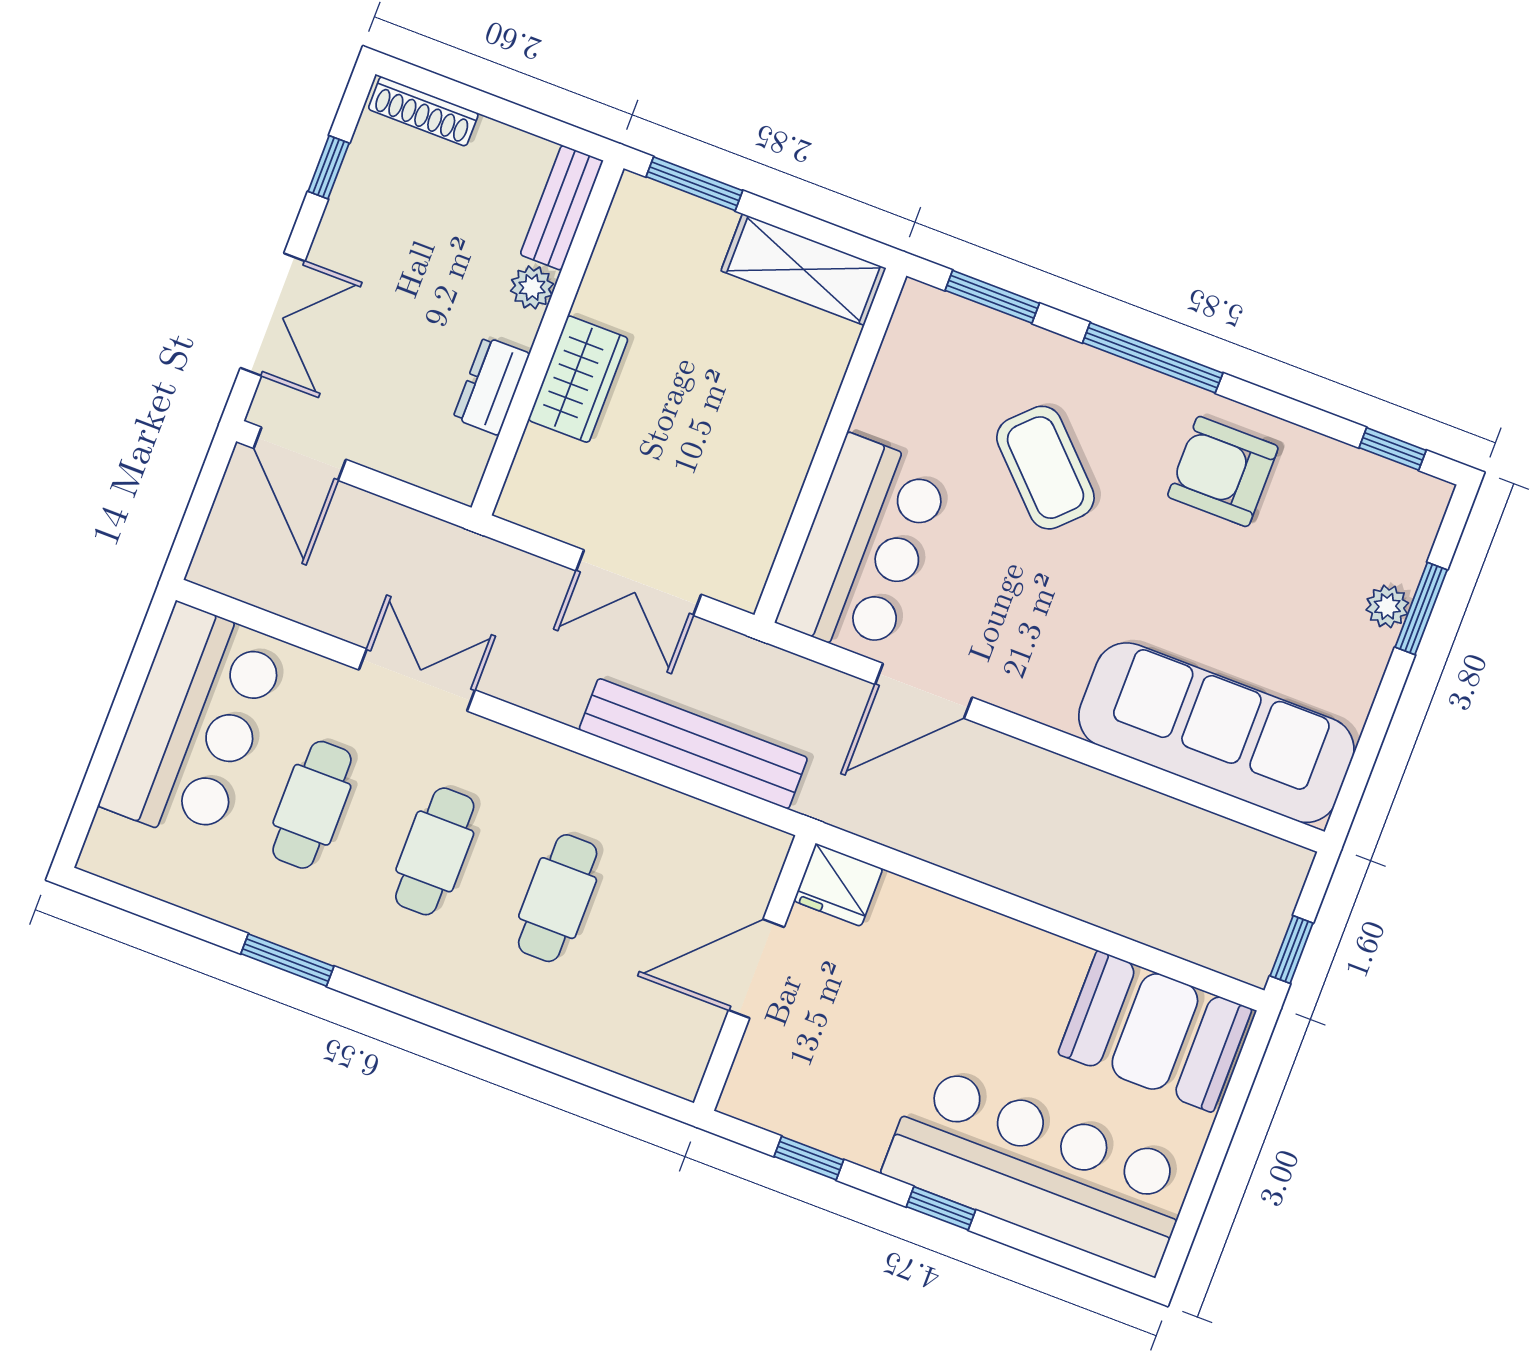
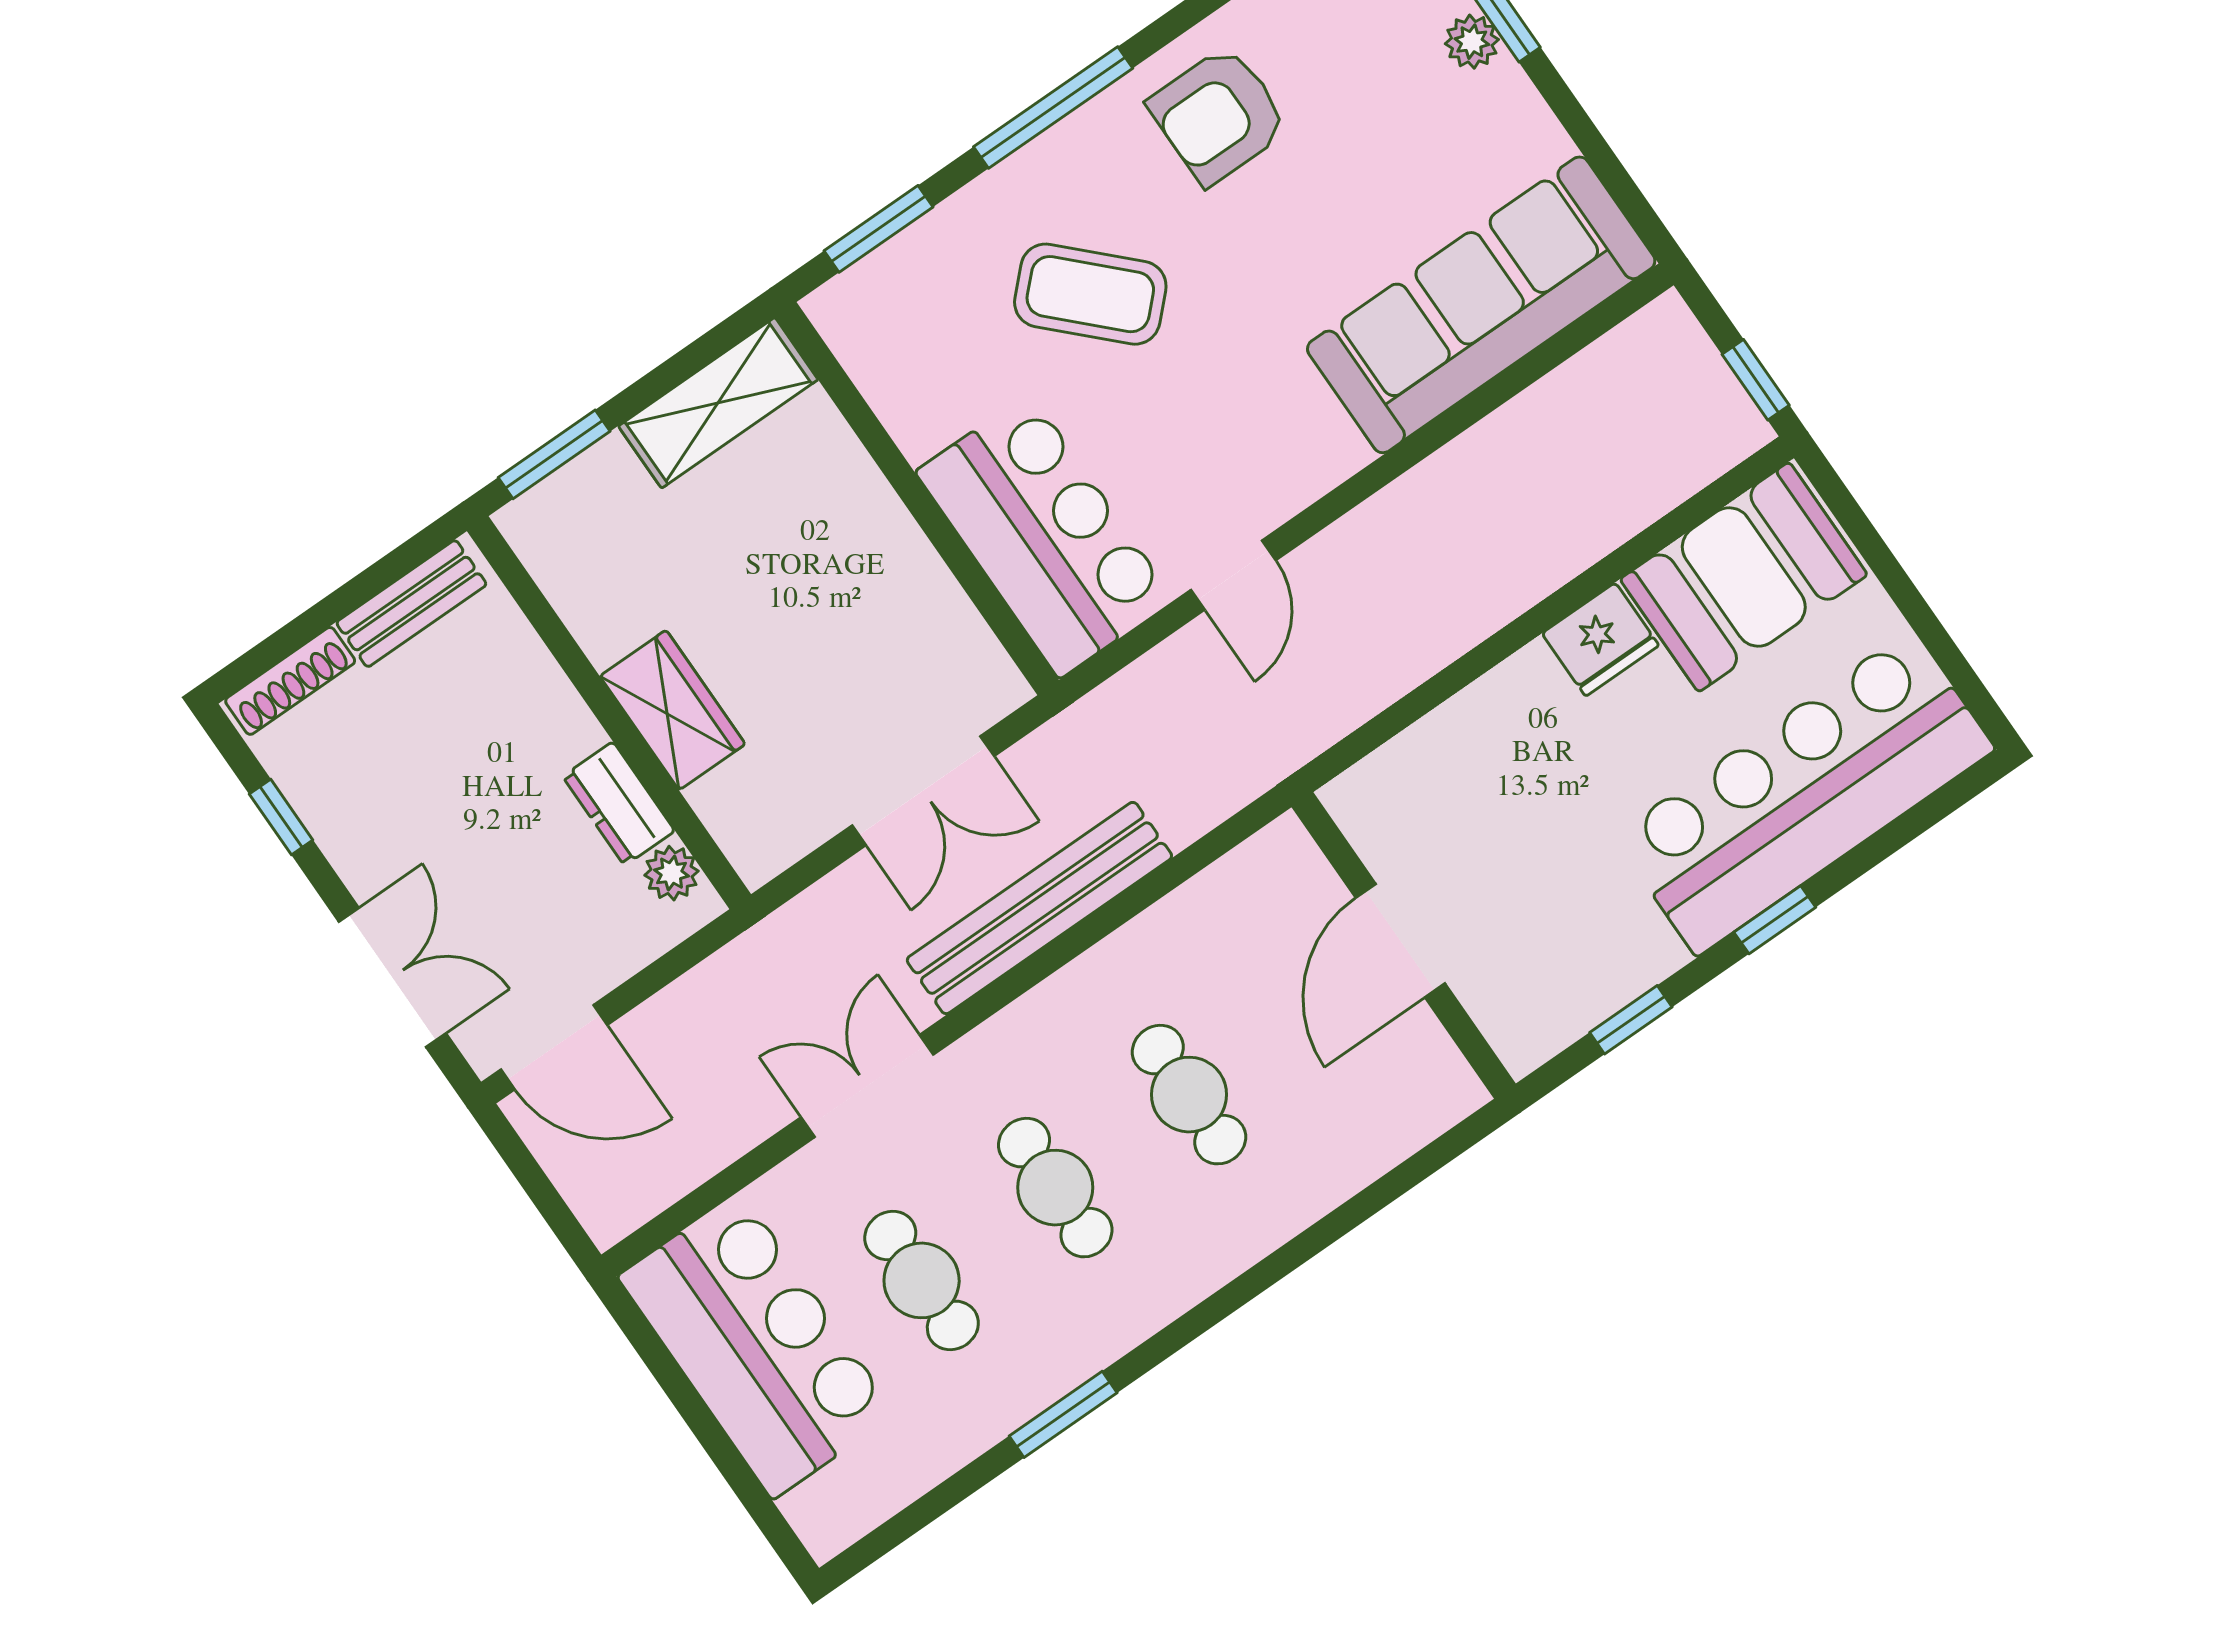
bench: (562, 208) -> (411, 604), moved, turned 90
plant: (532, 287) -> (672, 873), moved
door: (924, 691) -> (1233, 575), width x0.73
bench: (693, 744) -> (1039, 908), moved
fridge: (838, 885) -> (1600, 639), moved

